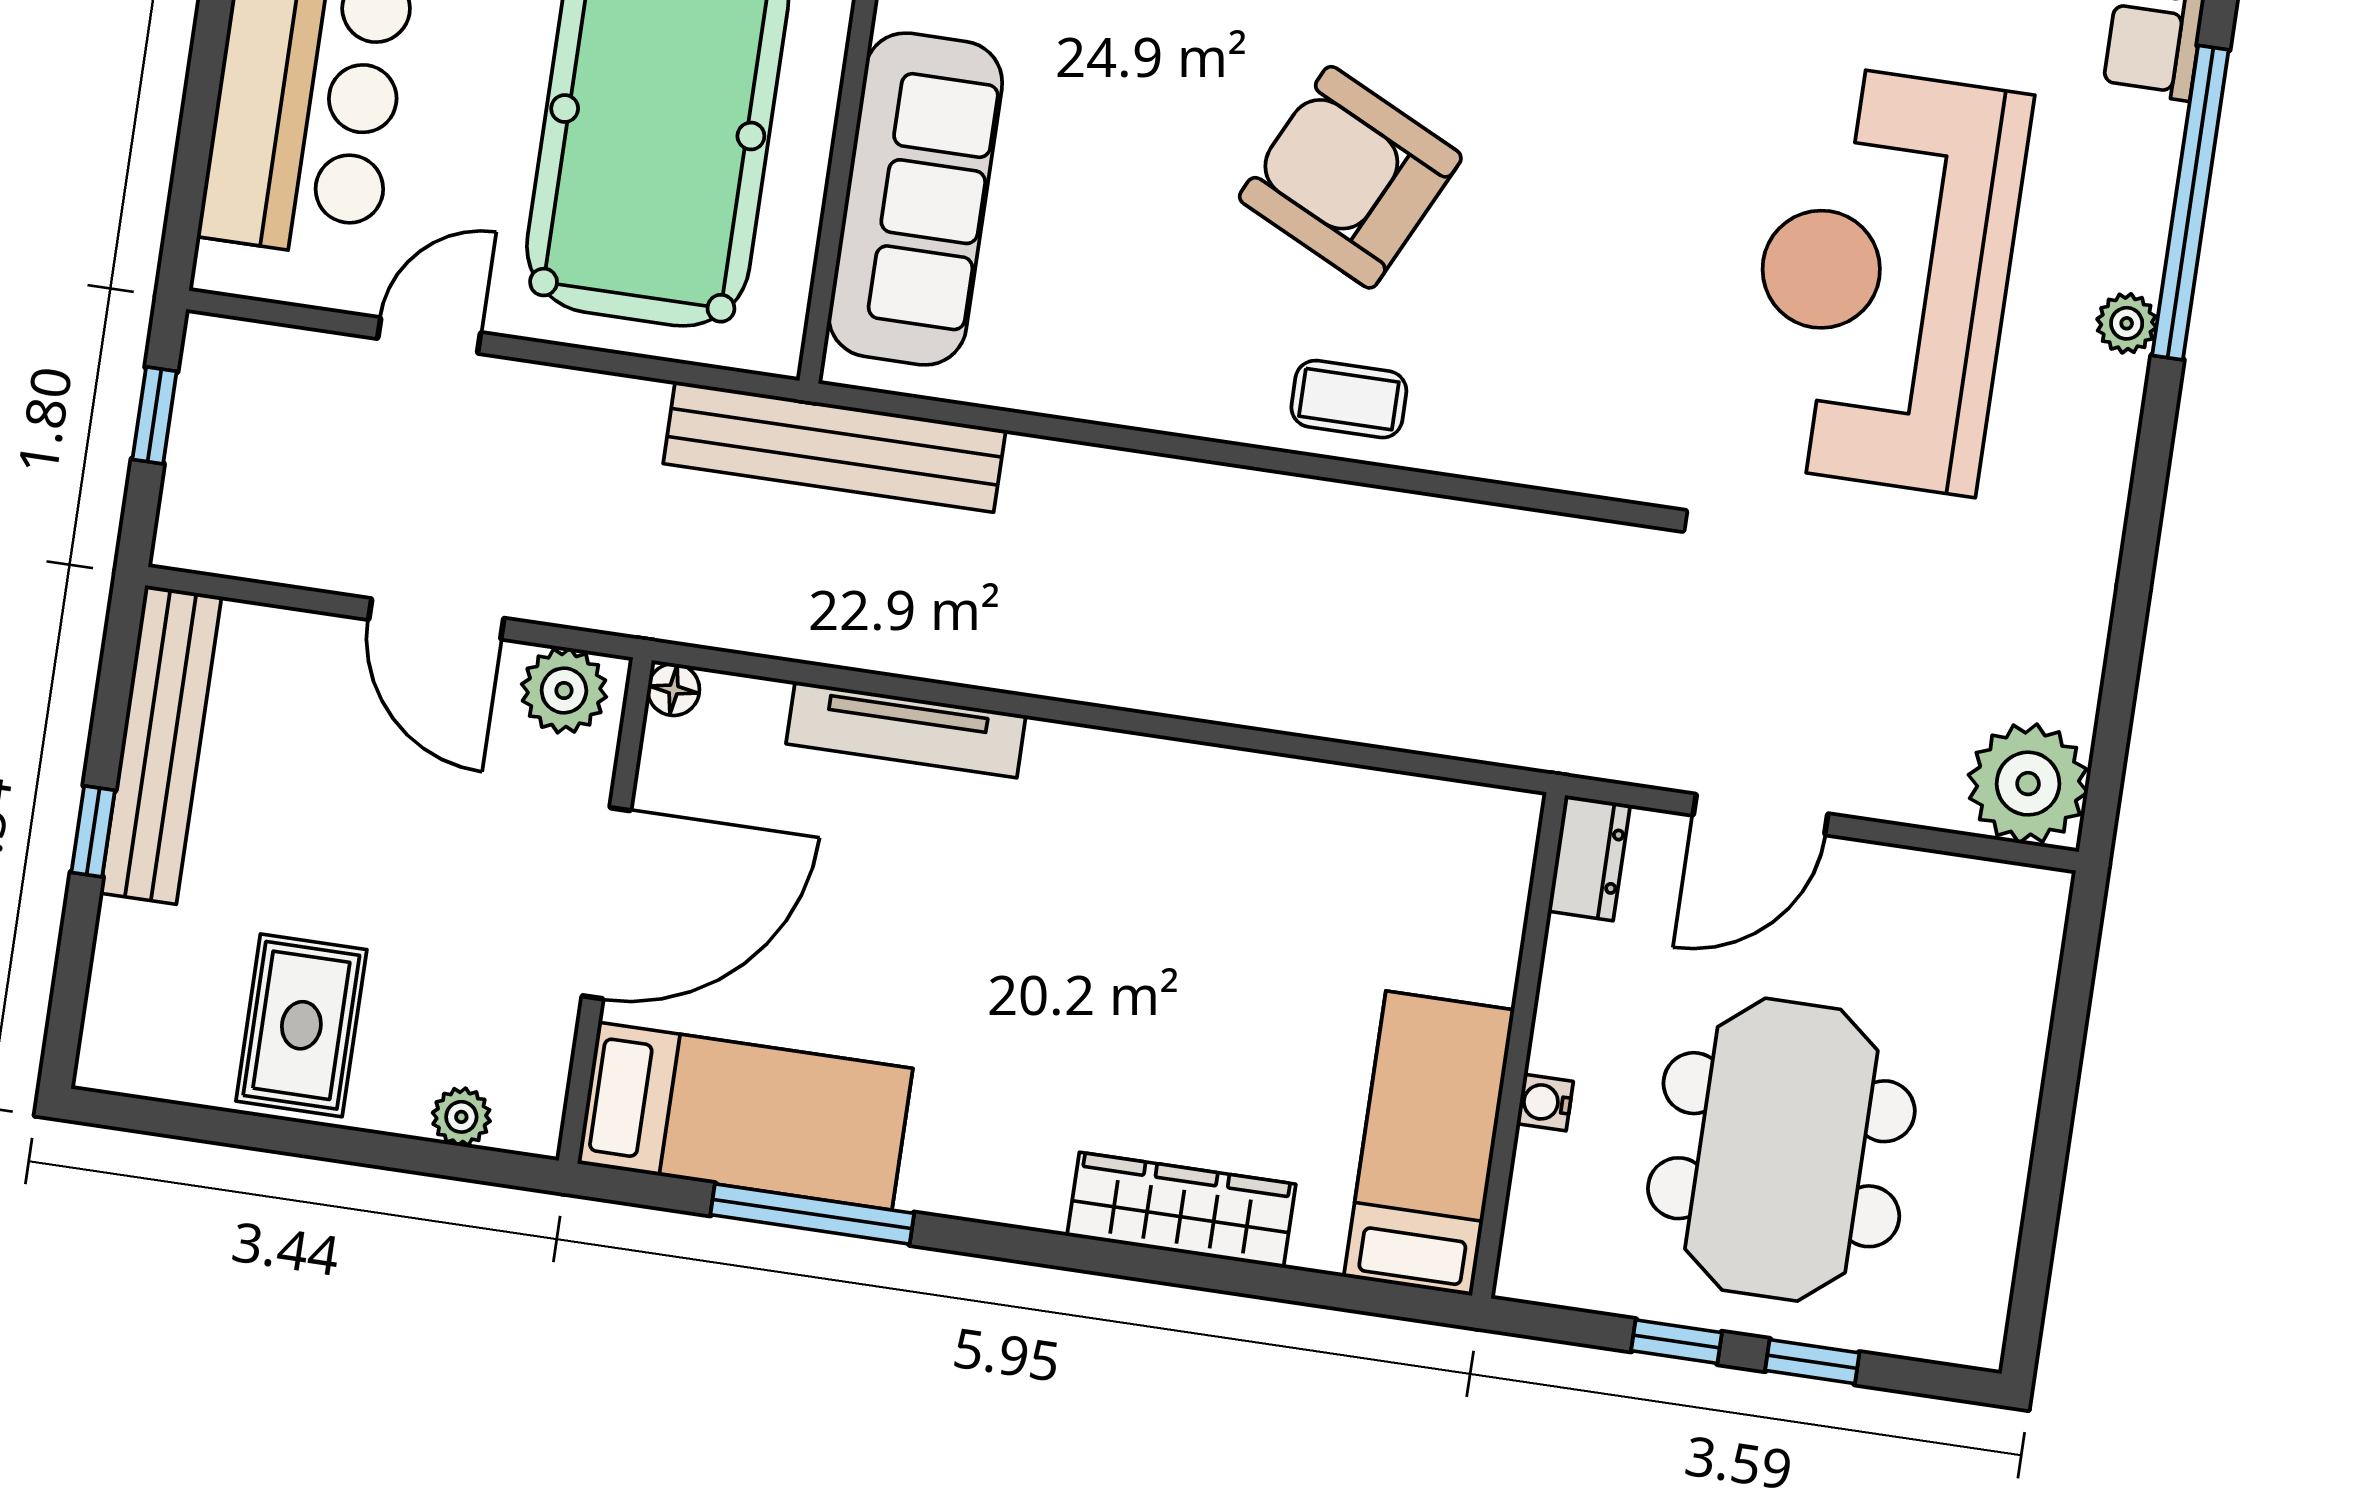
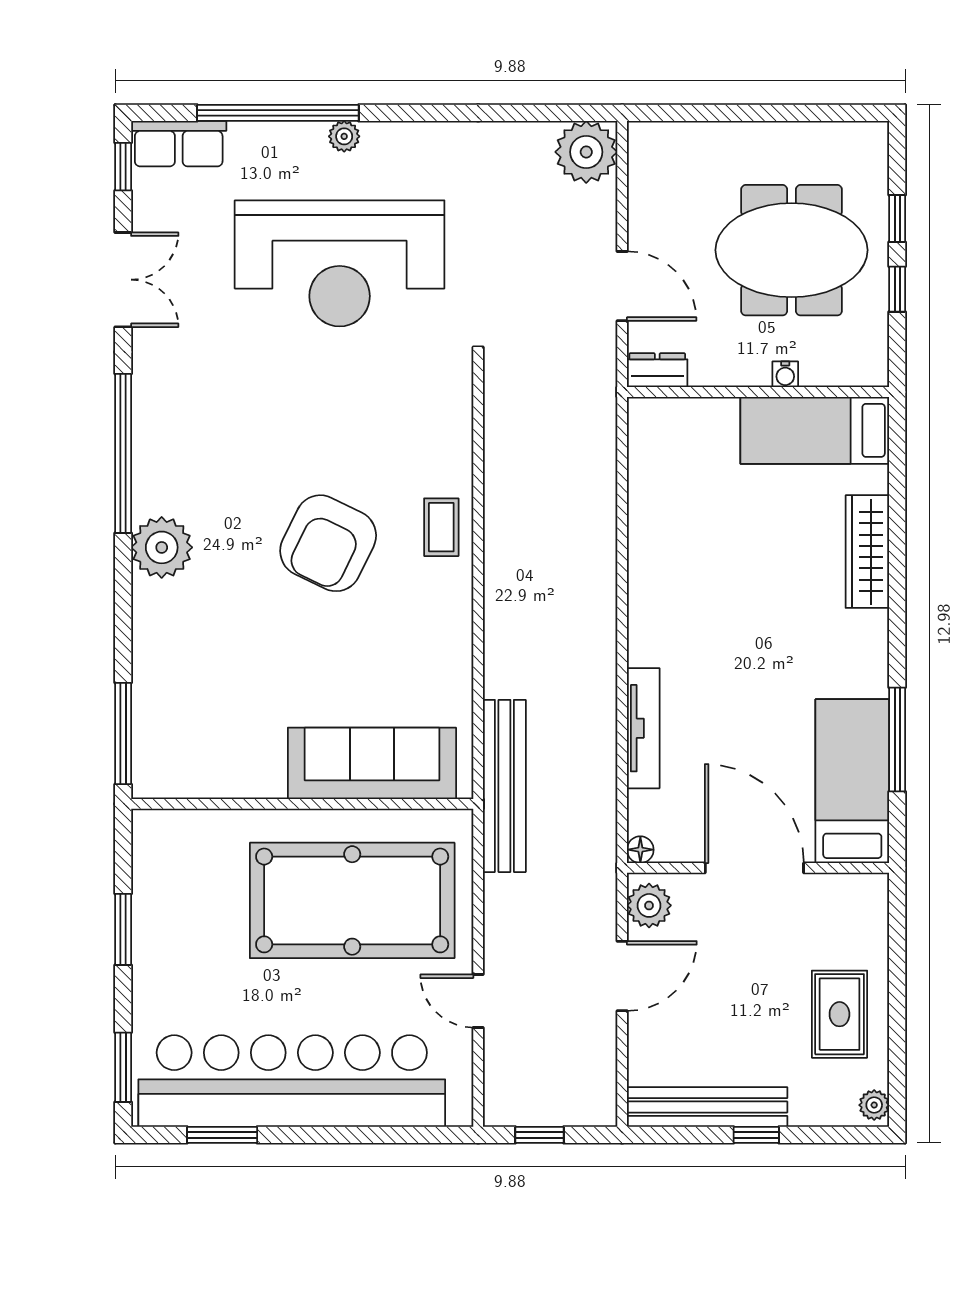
rug: (301, 1025) -> (839, 1014), turned 90
plant: (461, 1117) -> (874, 1105), moved

